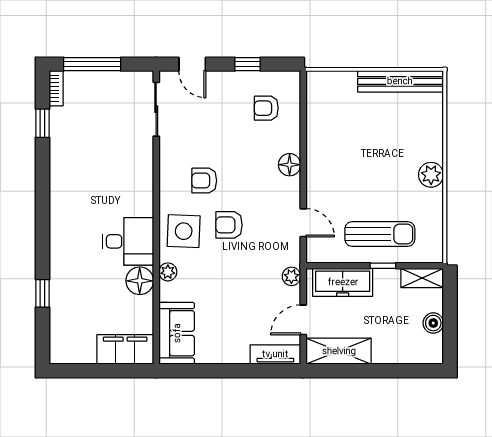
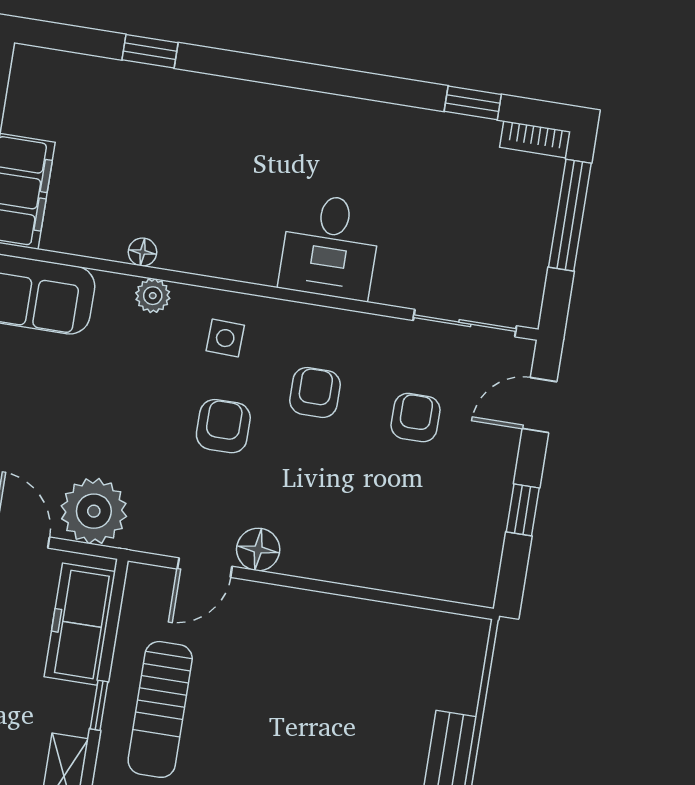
armchair: (266, 108) -> (416, 418), moved
floor lamp: (290, 165) -> (258, 549), moved
side table: (184, 231) -> (225, 338), width x0.54, depth x0.54
desk: (128, 241) -> (330, 246), moved
plant: (291, 276) -> (94, 511), width x1.87, depth x1.87
floor lamp: (140, 281) -> (142, 252), width x0.53, depth x0.53

